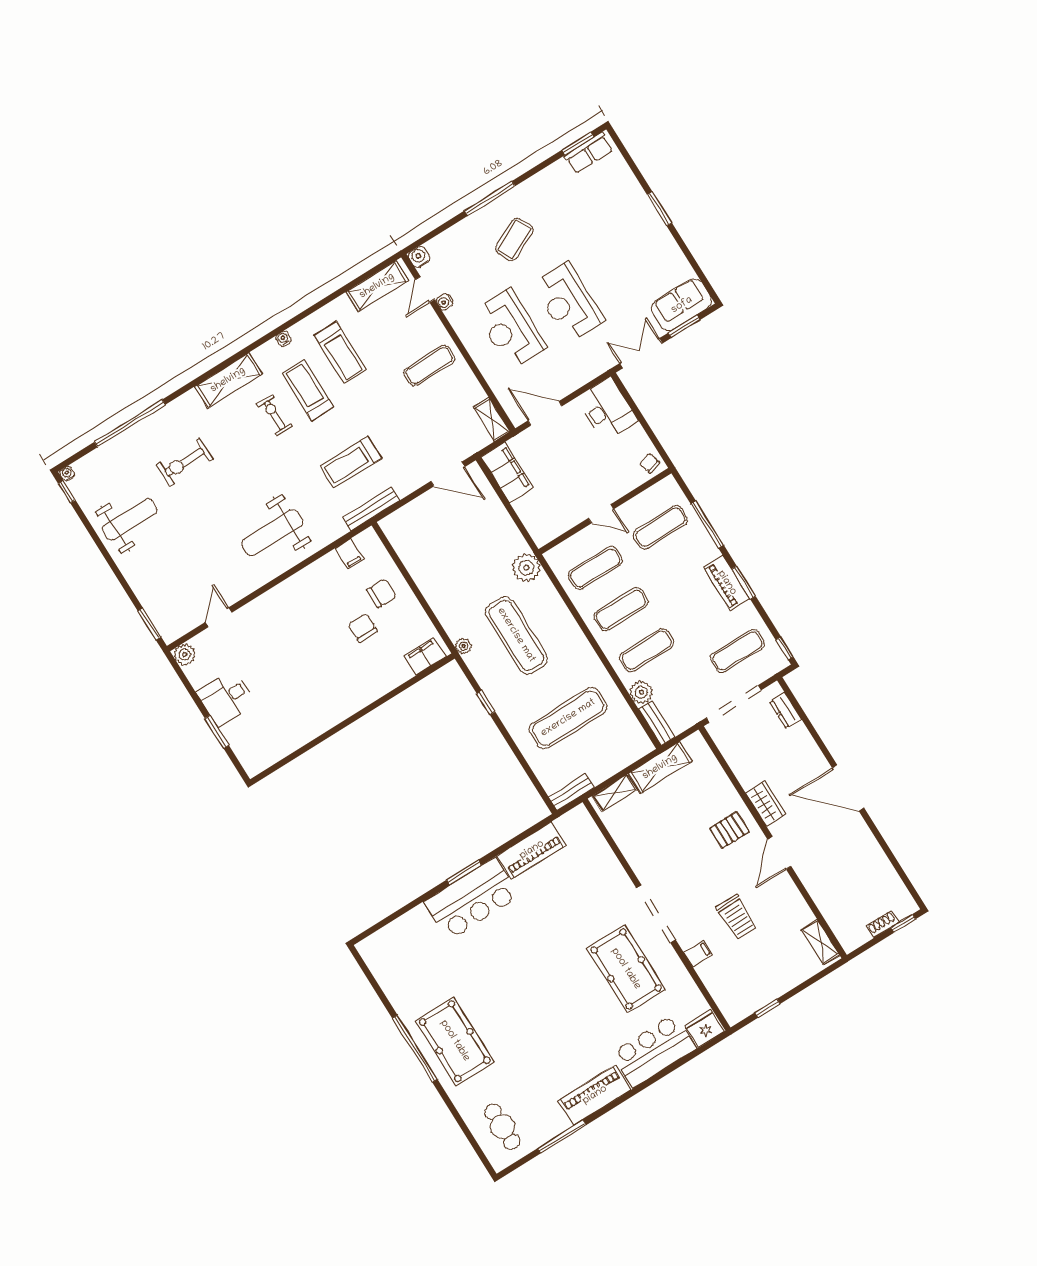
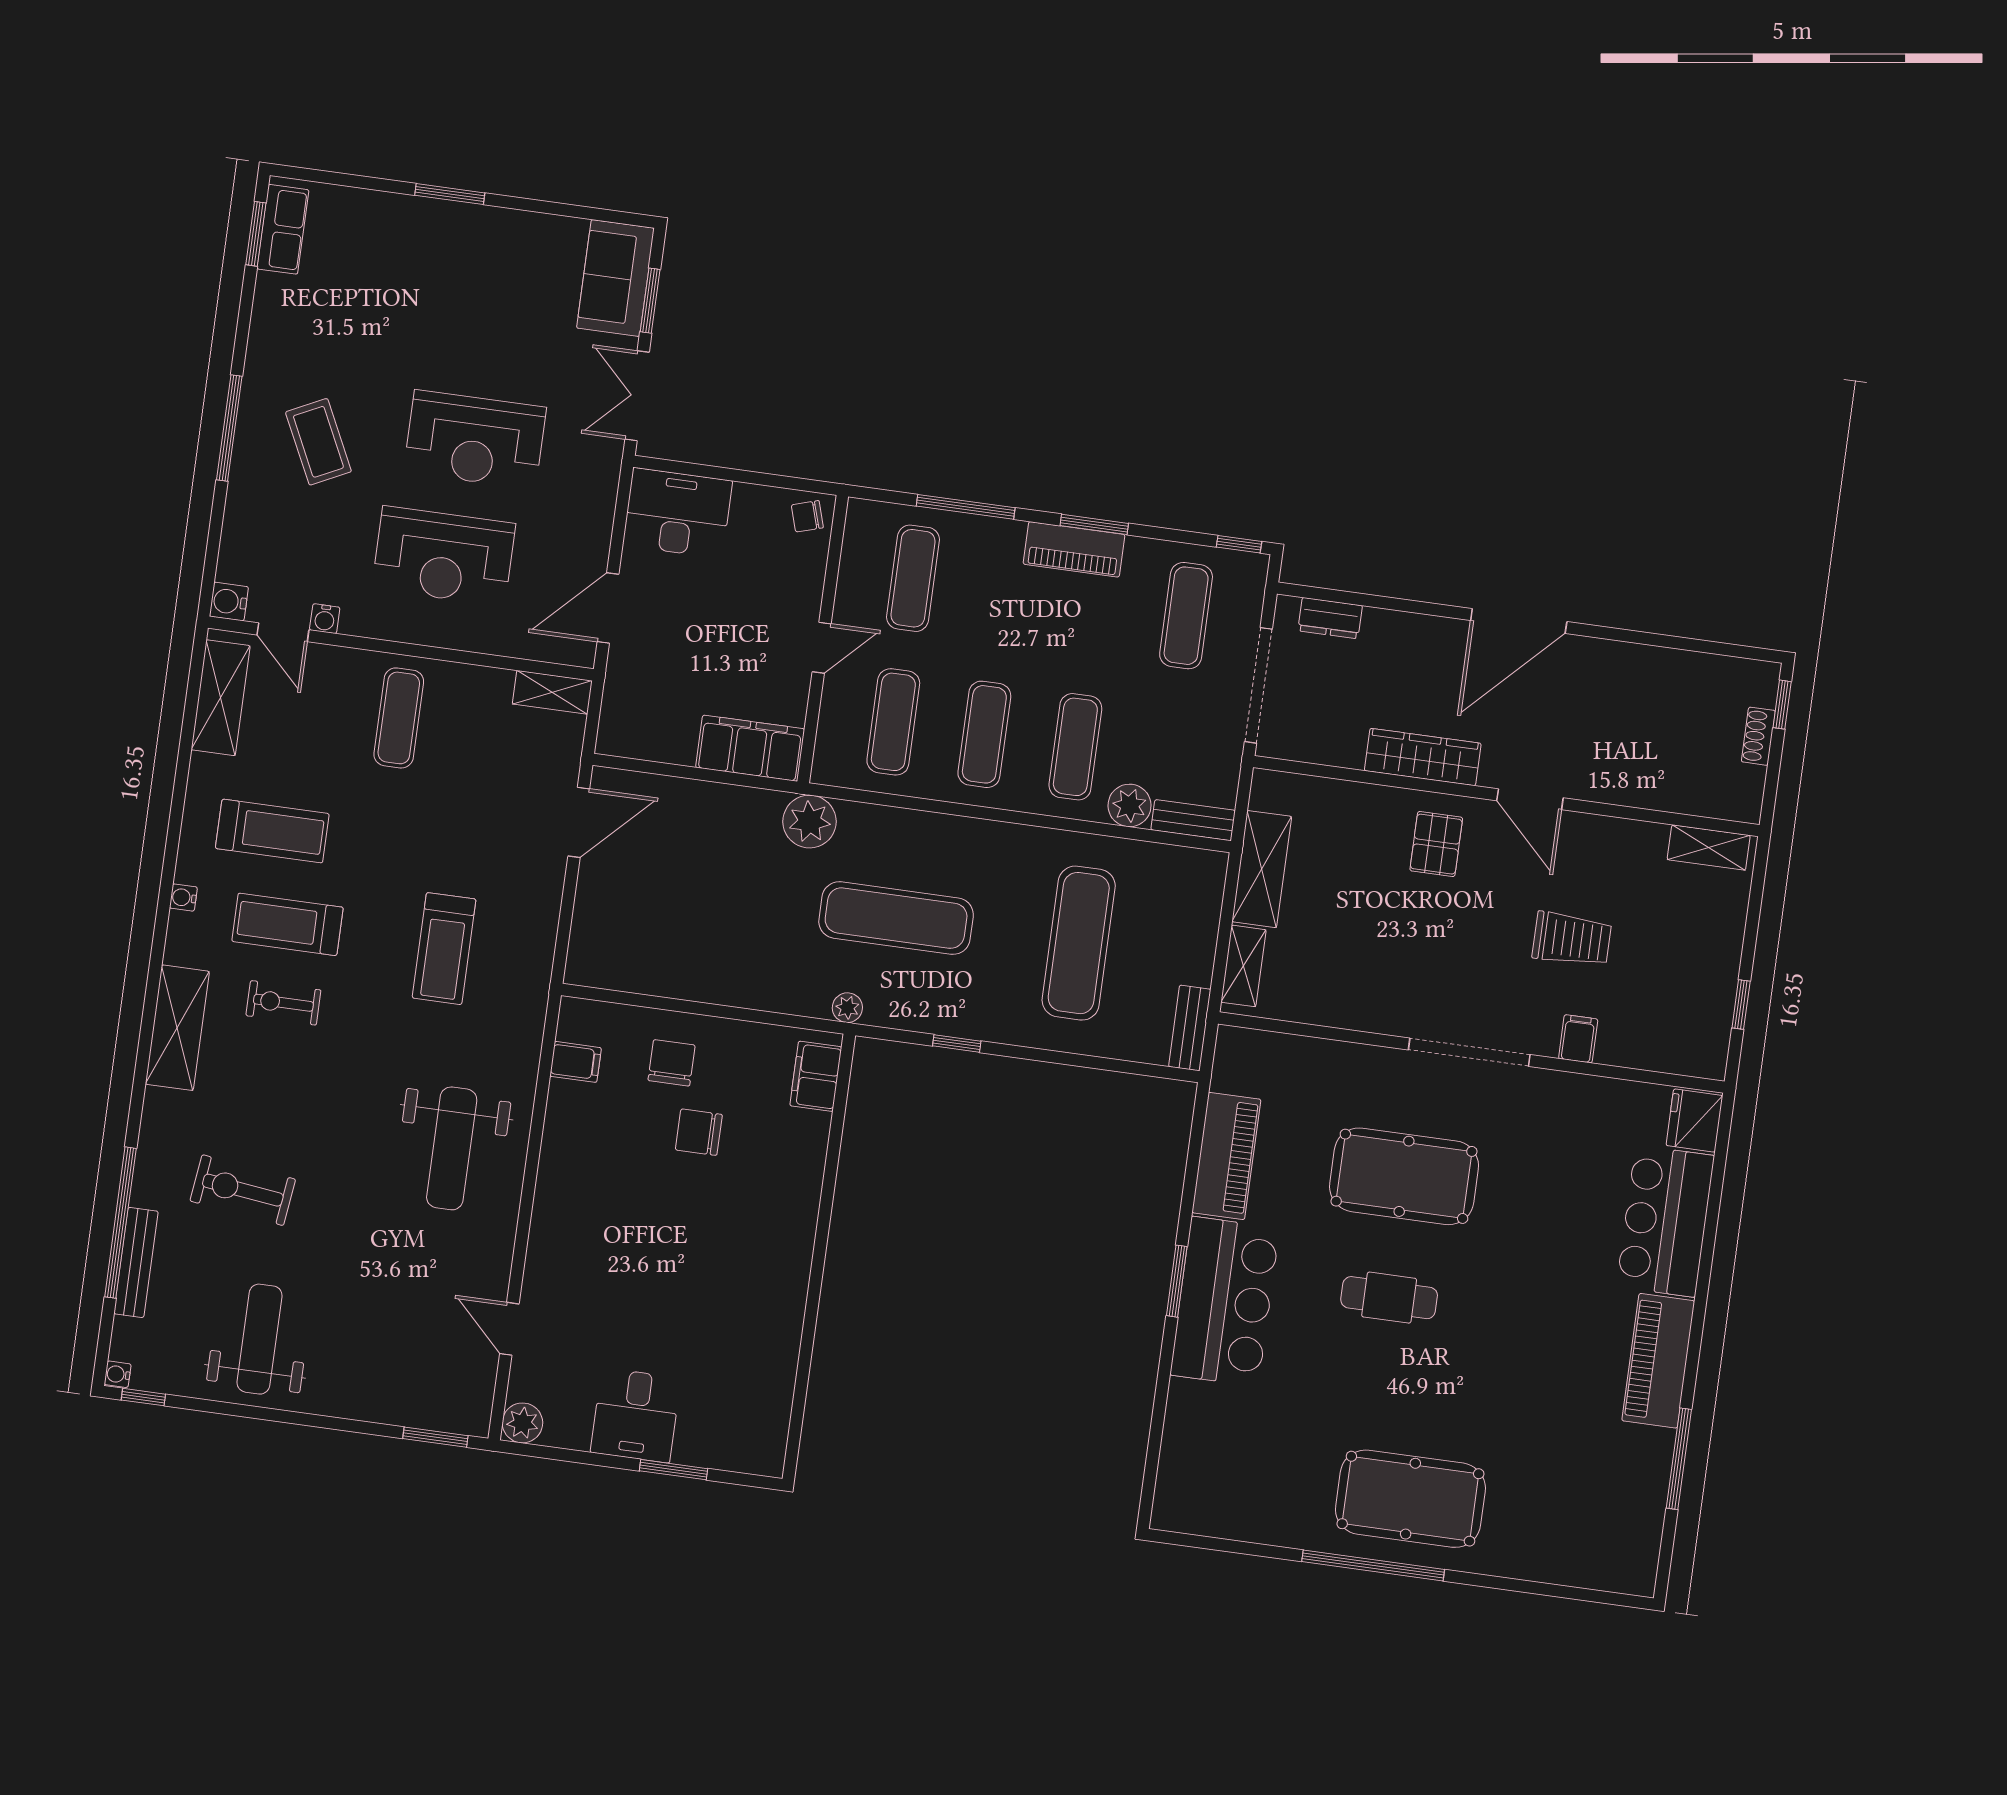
exercise bike: (185, 462) -> (243, 1190), turned 97
filing cabinet: (507, 473) -> (750, 748), moved
bench: (371, 509) -> (136, 1262), moved
wardrobe: (765, 803) -> (1423, 757), width x1.50
pool table: (626, 969) -> (1404, 1176), moved
cafe table: (502, 1127) -> (1389, 1298), moved

